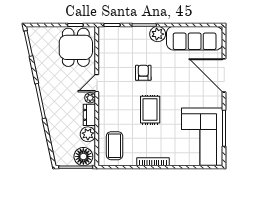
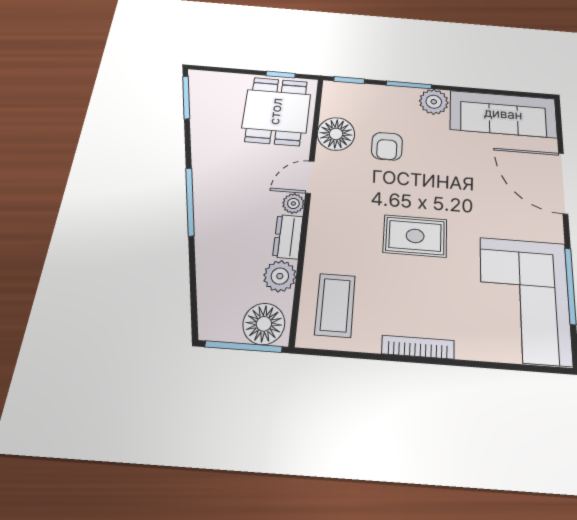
floor lamp: (108, 58) -> (336, 134), added
armchair: (143, 73) -> (387, 146), moved, turned 180
rug: (150, 110) -> (415, 236), turned 90

